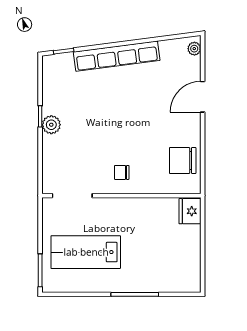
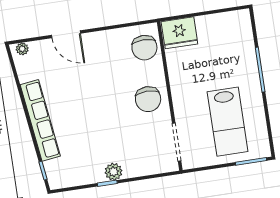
chair: (183, 161) -> (144, 48), moved
chair: (122, 172) -> (148, 99), width x1.87, depth x1.87
fridge: (190, 211) -> (179, 33), width x1.36, depth x1.34

